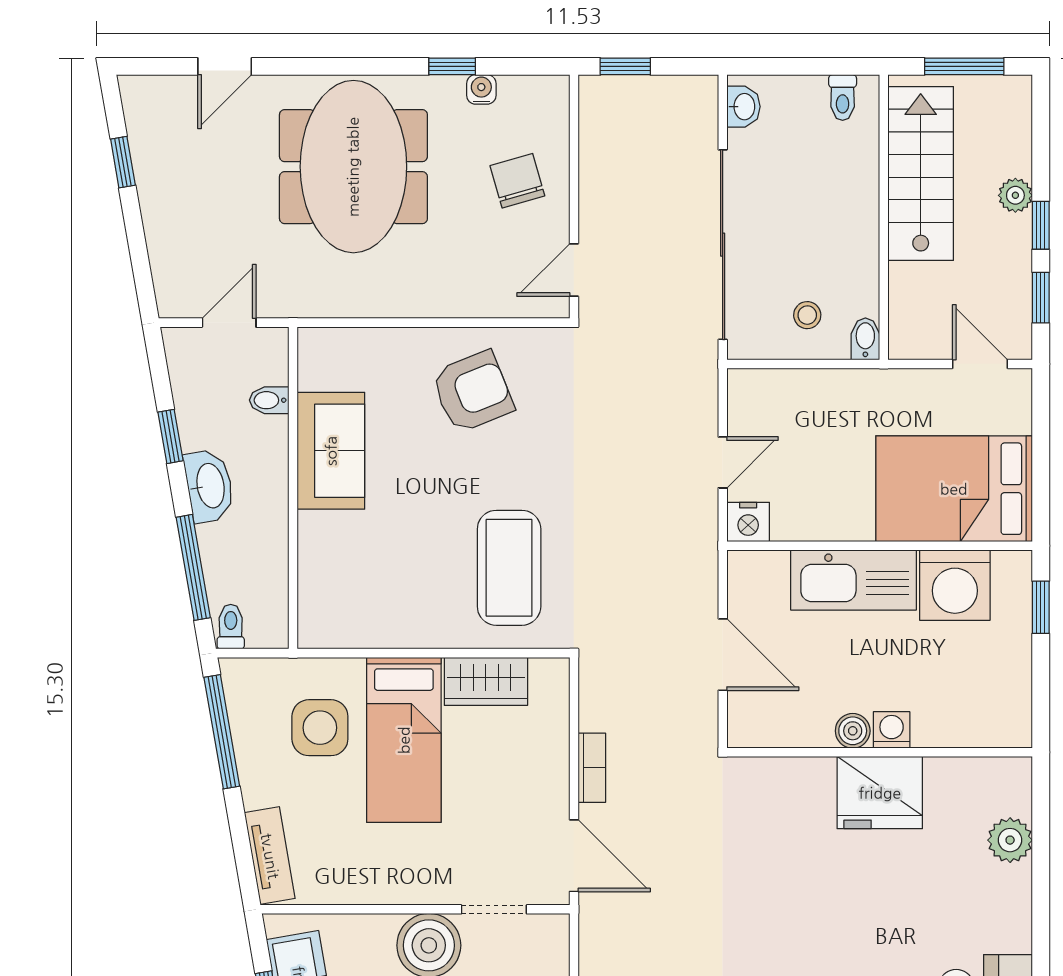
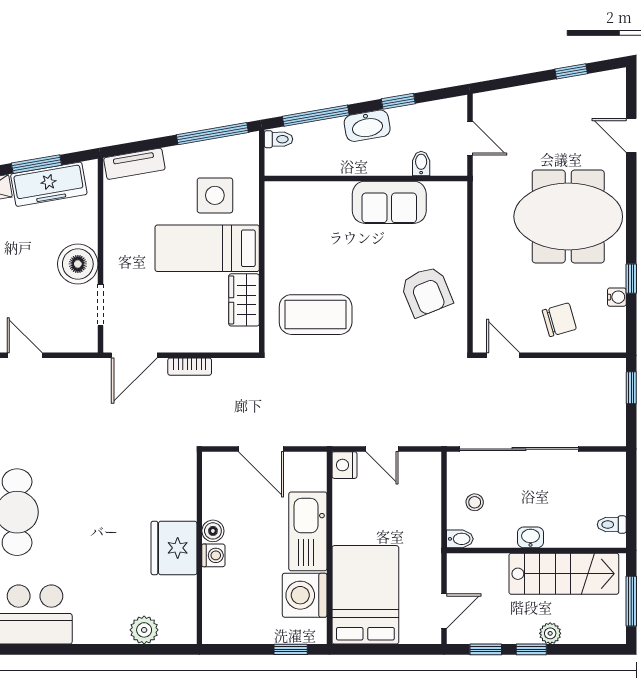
washbasin: (743, 107) -> (530, 537), moved, turned 180
door: (723, 655) -> (261, 449), hinge flipped

